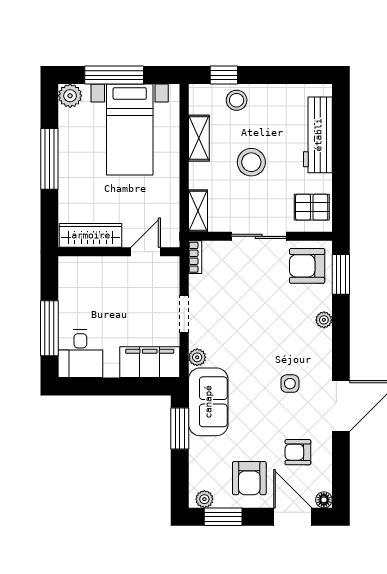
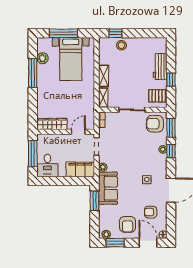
plant: (70, 96) -> (42, 58), moved
workbench: (318, 135) -> (160, 67), width x0.73
shelving: (199, 138) -> (104, 76), moved
stool: (251, 162) -> (128, 75), removed
window: (341, 173) -> (171, 80), added
wardrobe: (91, 235) -> (52, 124), moved
wall: (119, 252) -> (66, 132), moved
door: (146, 252) -> (78, 132), moved
window: (341, 324) -> (171, 151), added

